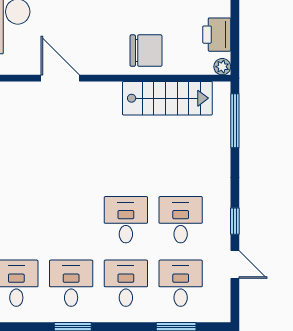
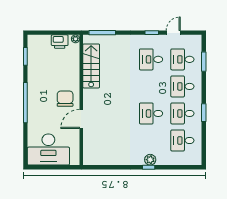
chair: (146, 51) -> (65, 99), moved
desk: (126, 220) -> (151, 113), moved

